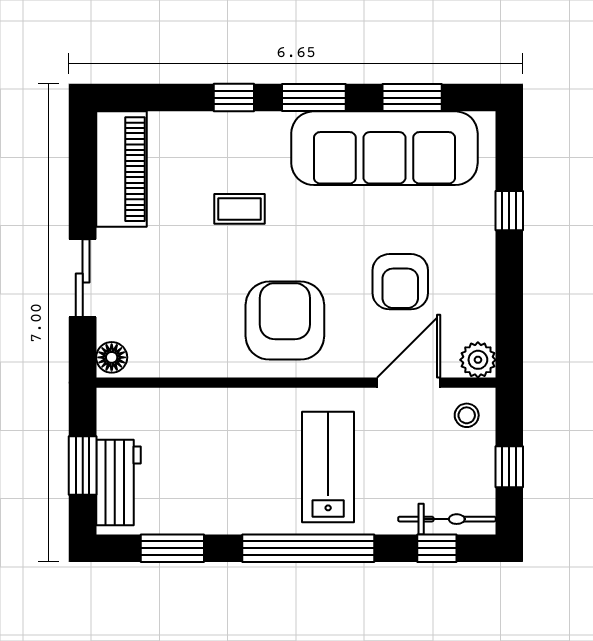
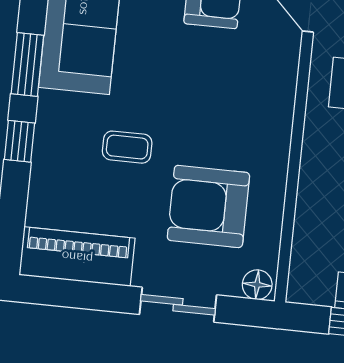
coffee table: (239, 209) -> (127, 147), turned 90
armchair: (285, 321) -> (208, 206), moved

